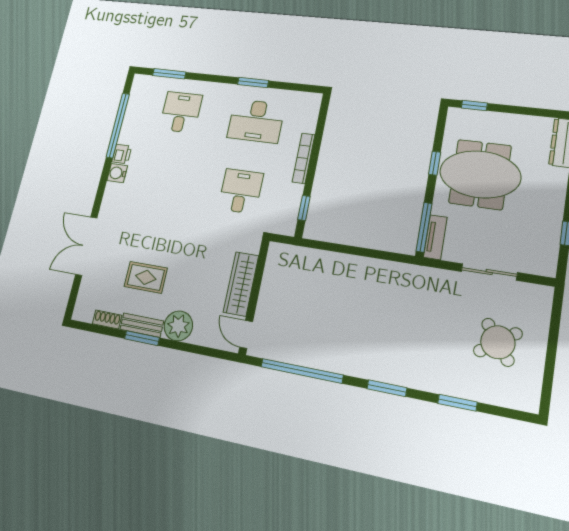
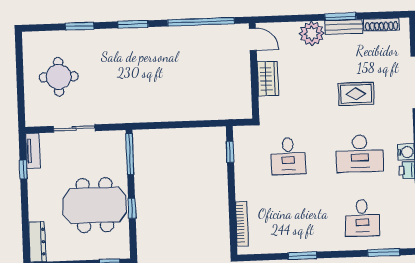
desk: (256, 121) -> (360, 153), moved, turned 180
bookcase: (303, 158) -> (242, 224), moved
tv unit: (435, 237) -> (33, 151), moved, turned 180
rug: (146, 277) -> (356, 94), moved
wardrobe: (241, 284) -> (268, 79), width x0.67
shoe rack: (107, 319) -> (381, 25), width x1.43
round table: (498, 342) -> (59, 77), turned 36

